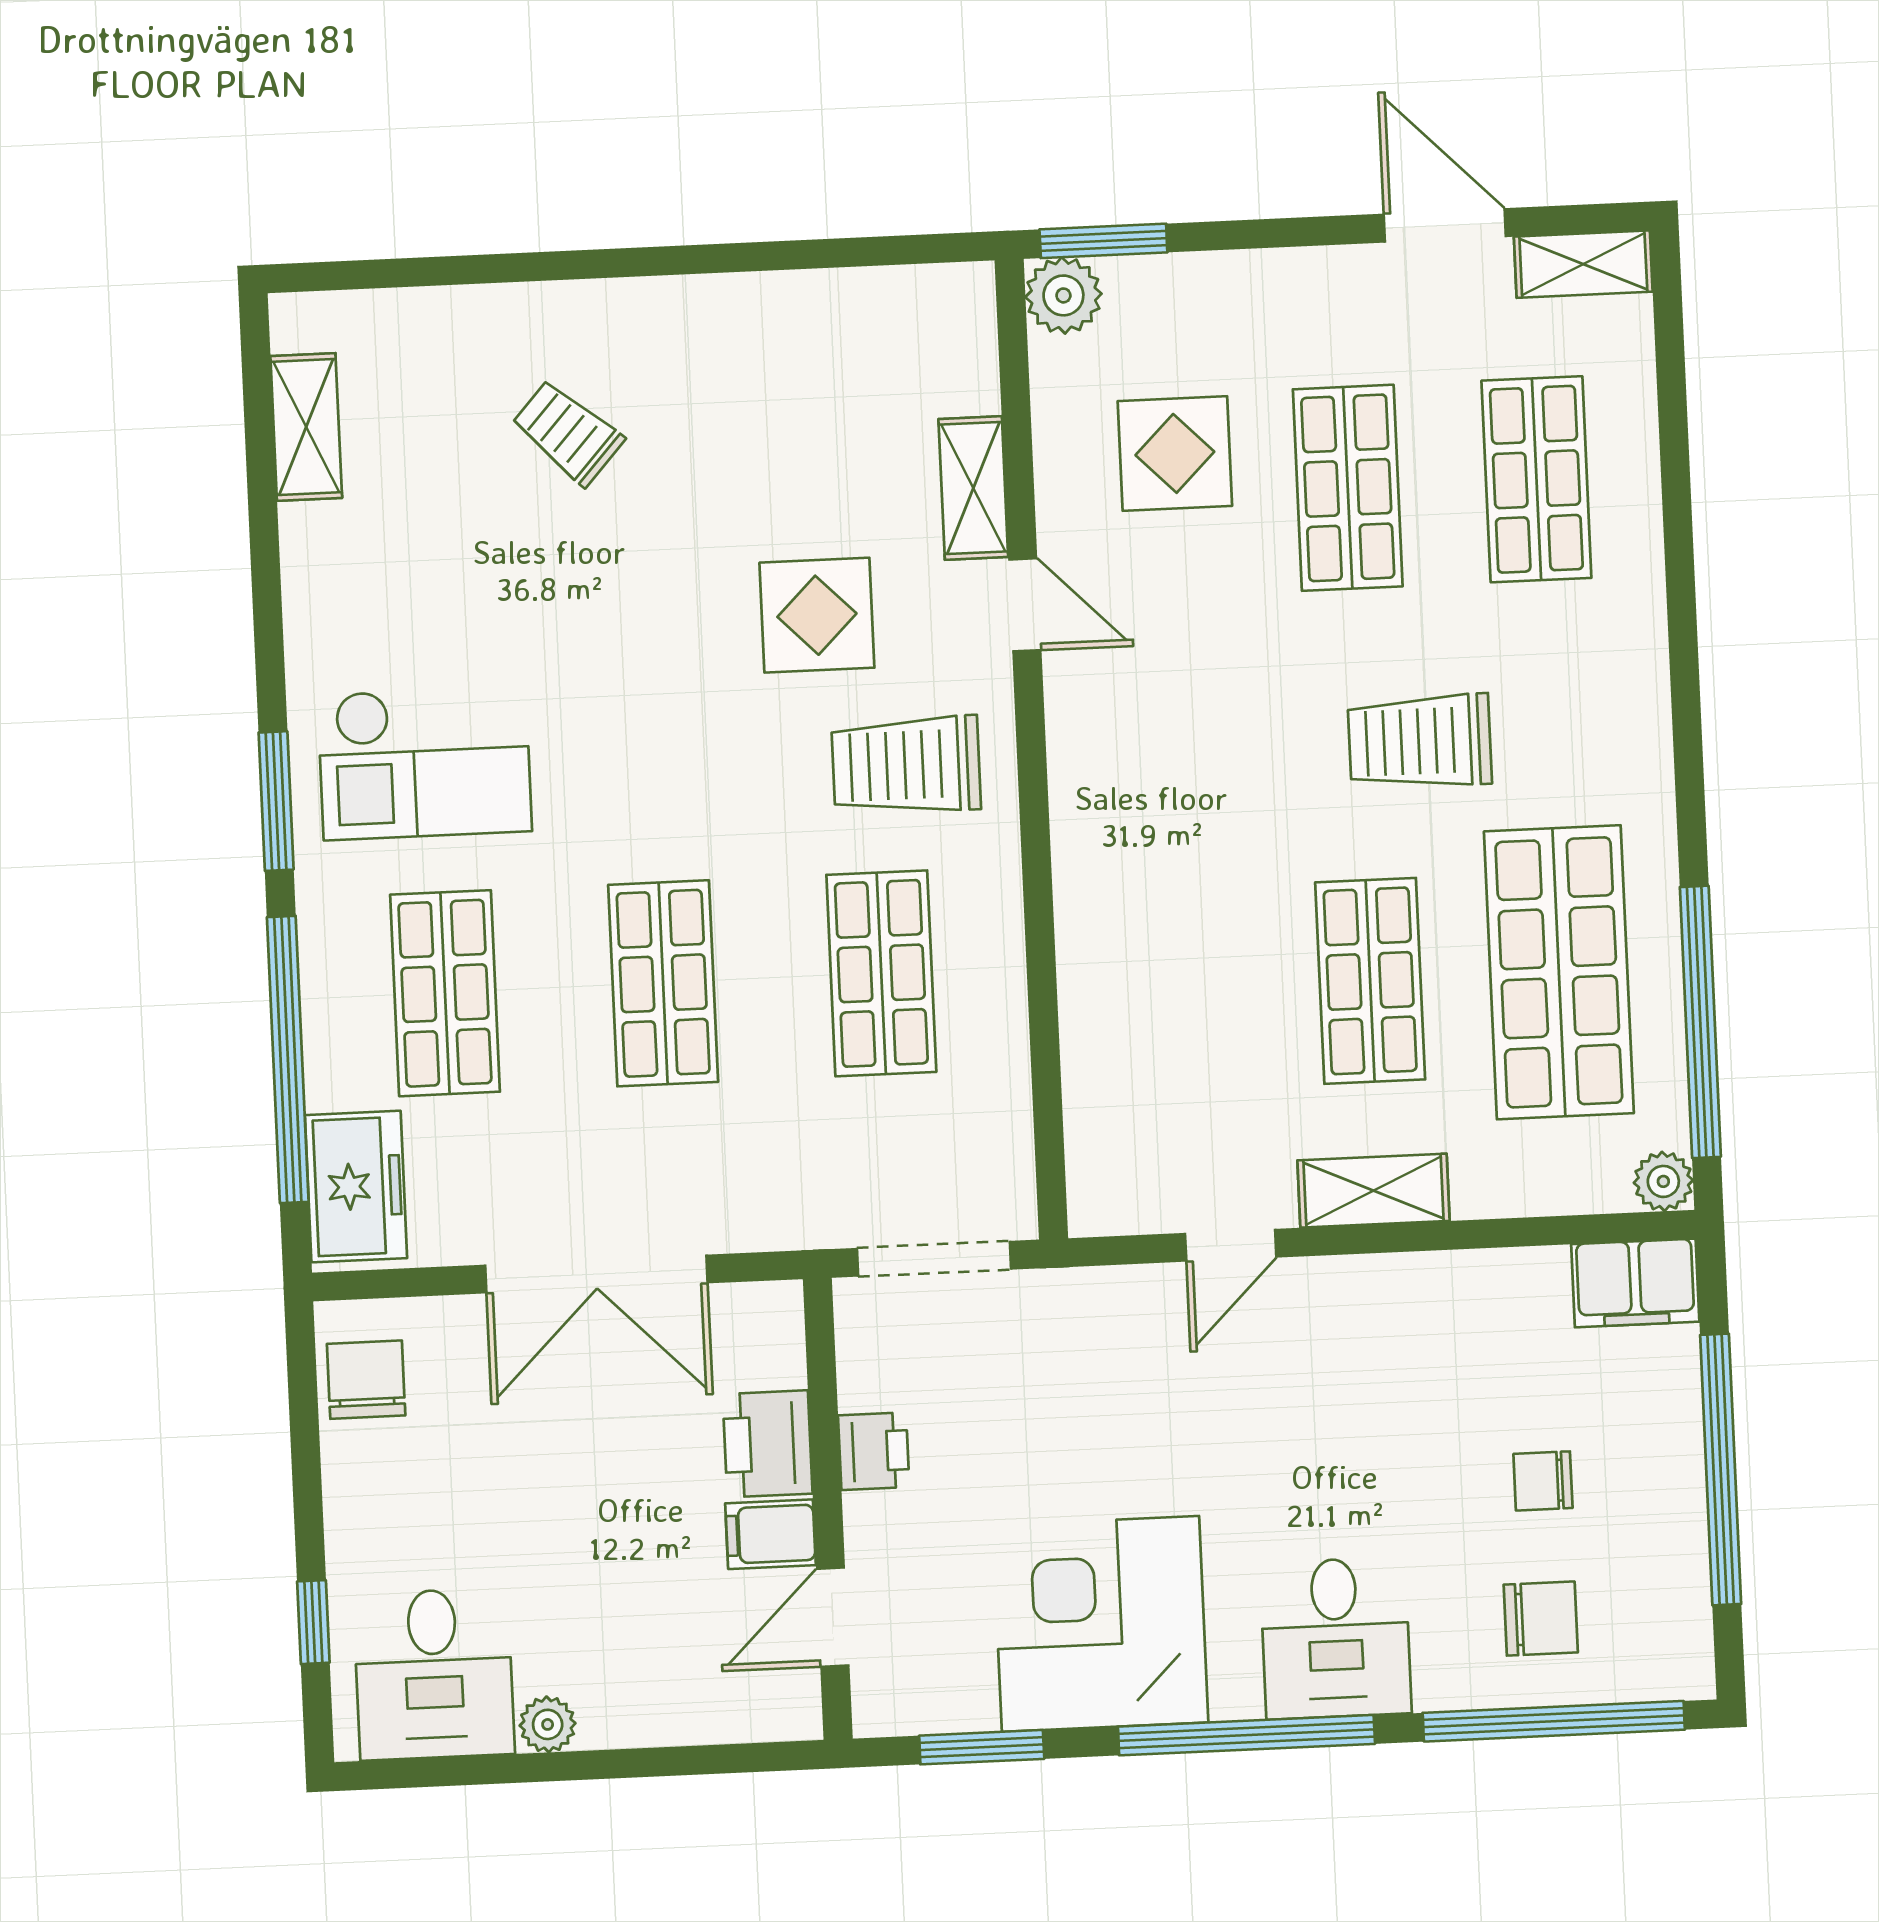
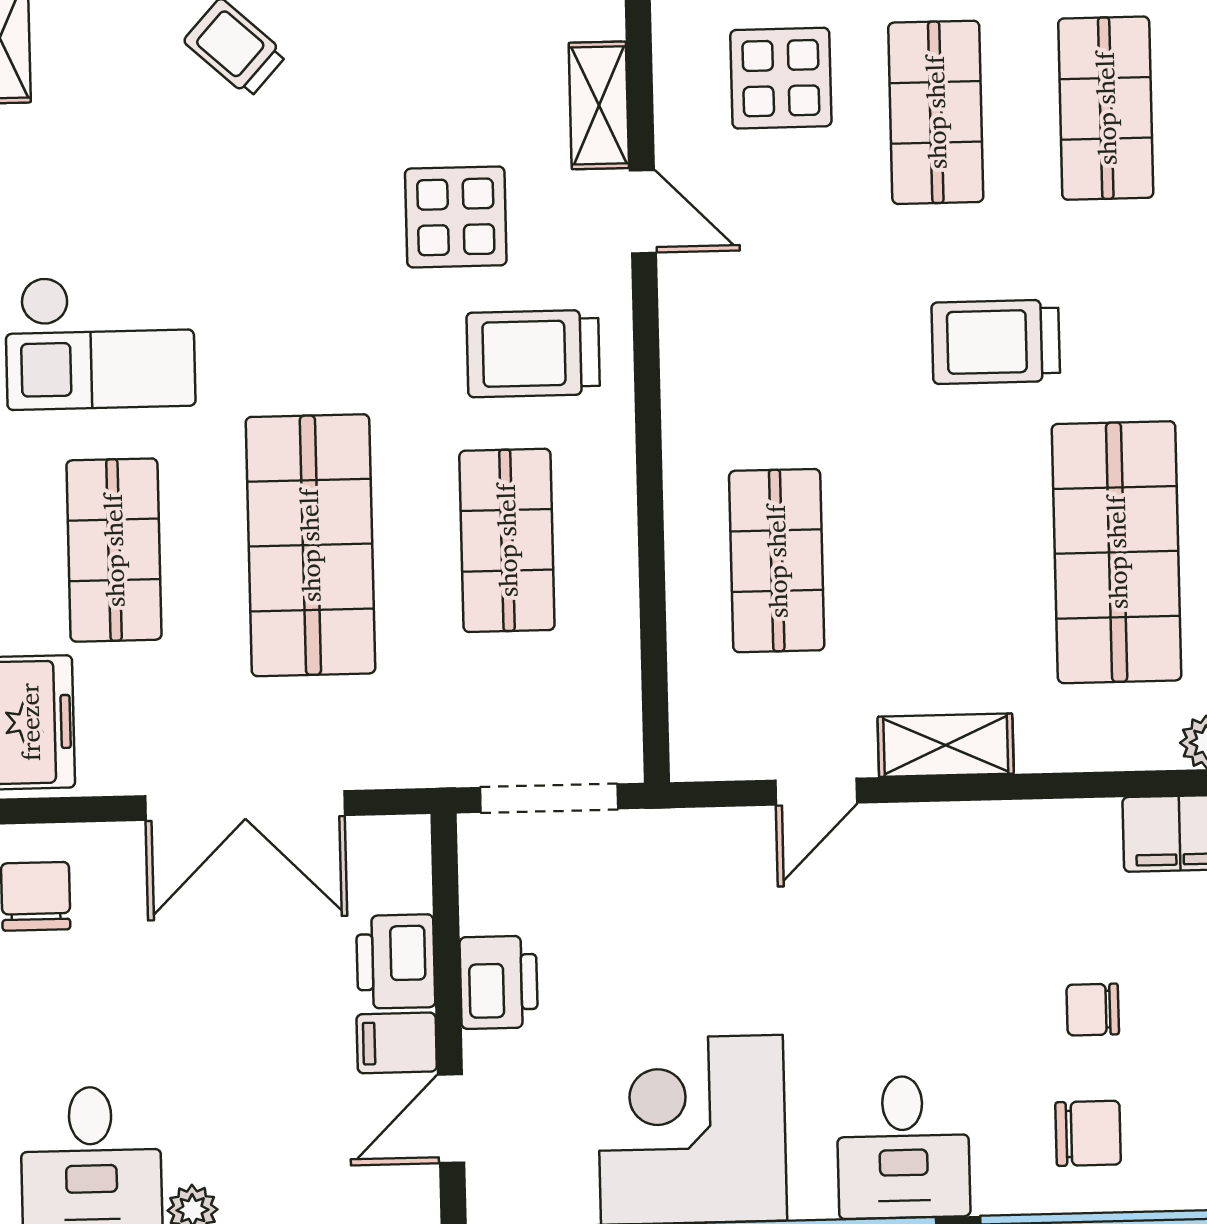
shop shelf: (1370, 981) -> (777, 561), moved
shop shelf: (663, 983) -> (310, 545), width x1.43, depth x1.36
printer: (874, 1451) -> (499, 982), width x1.36, depth x1.24

